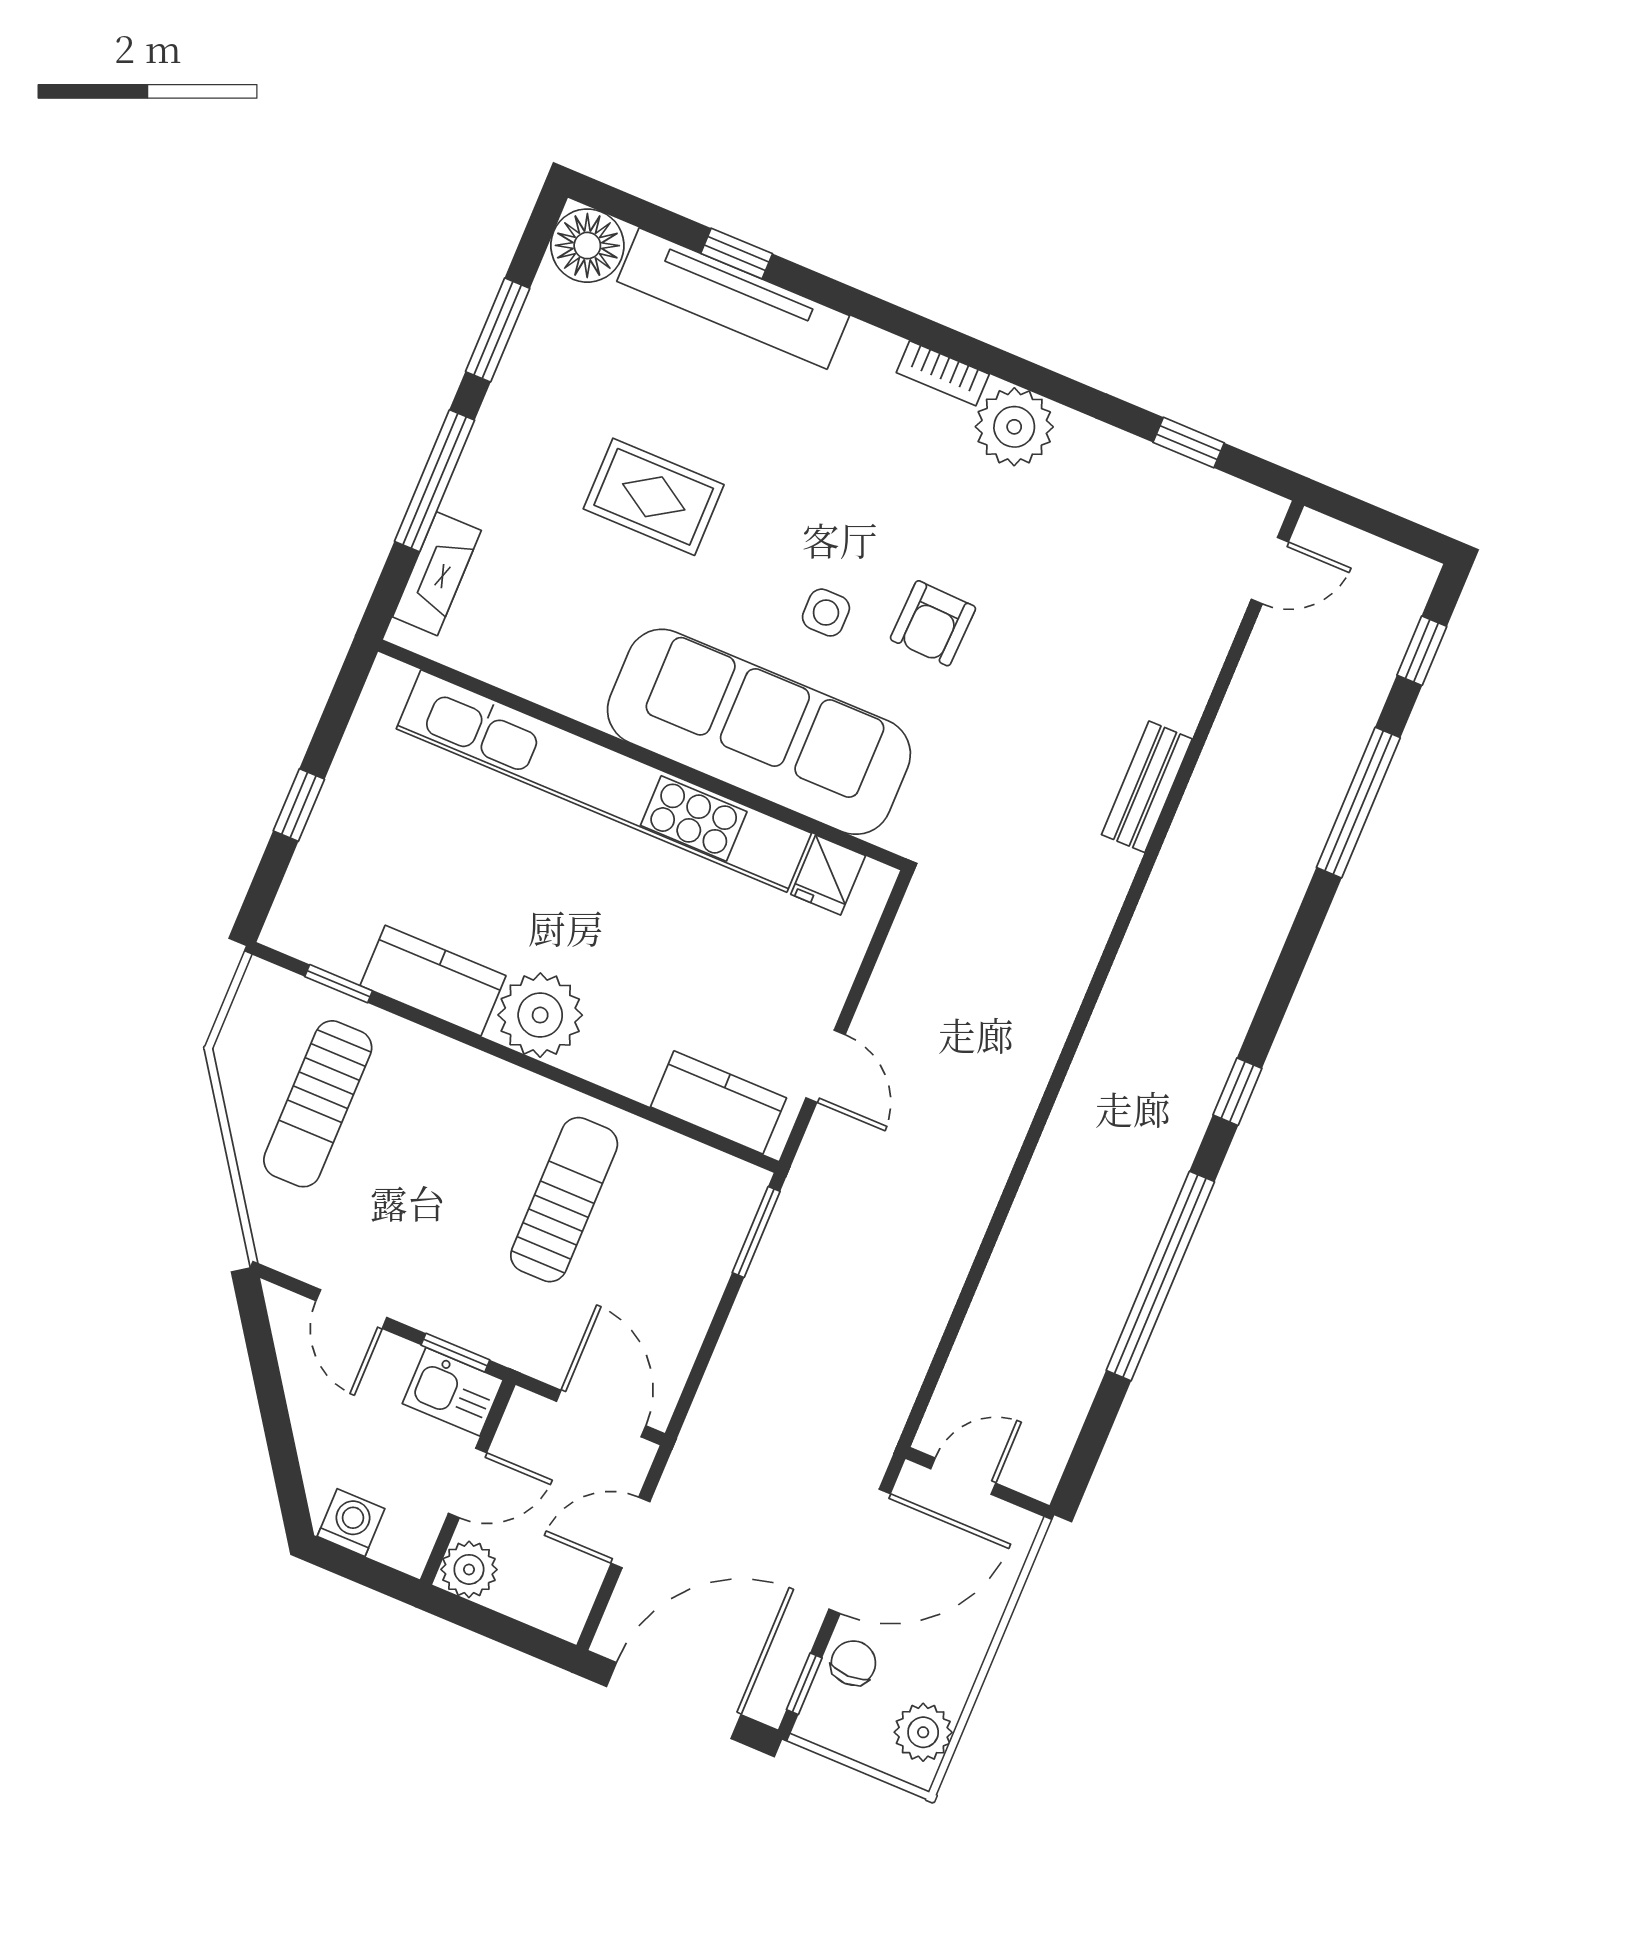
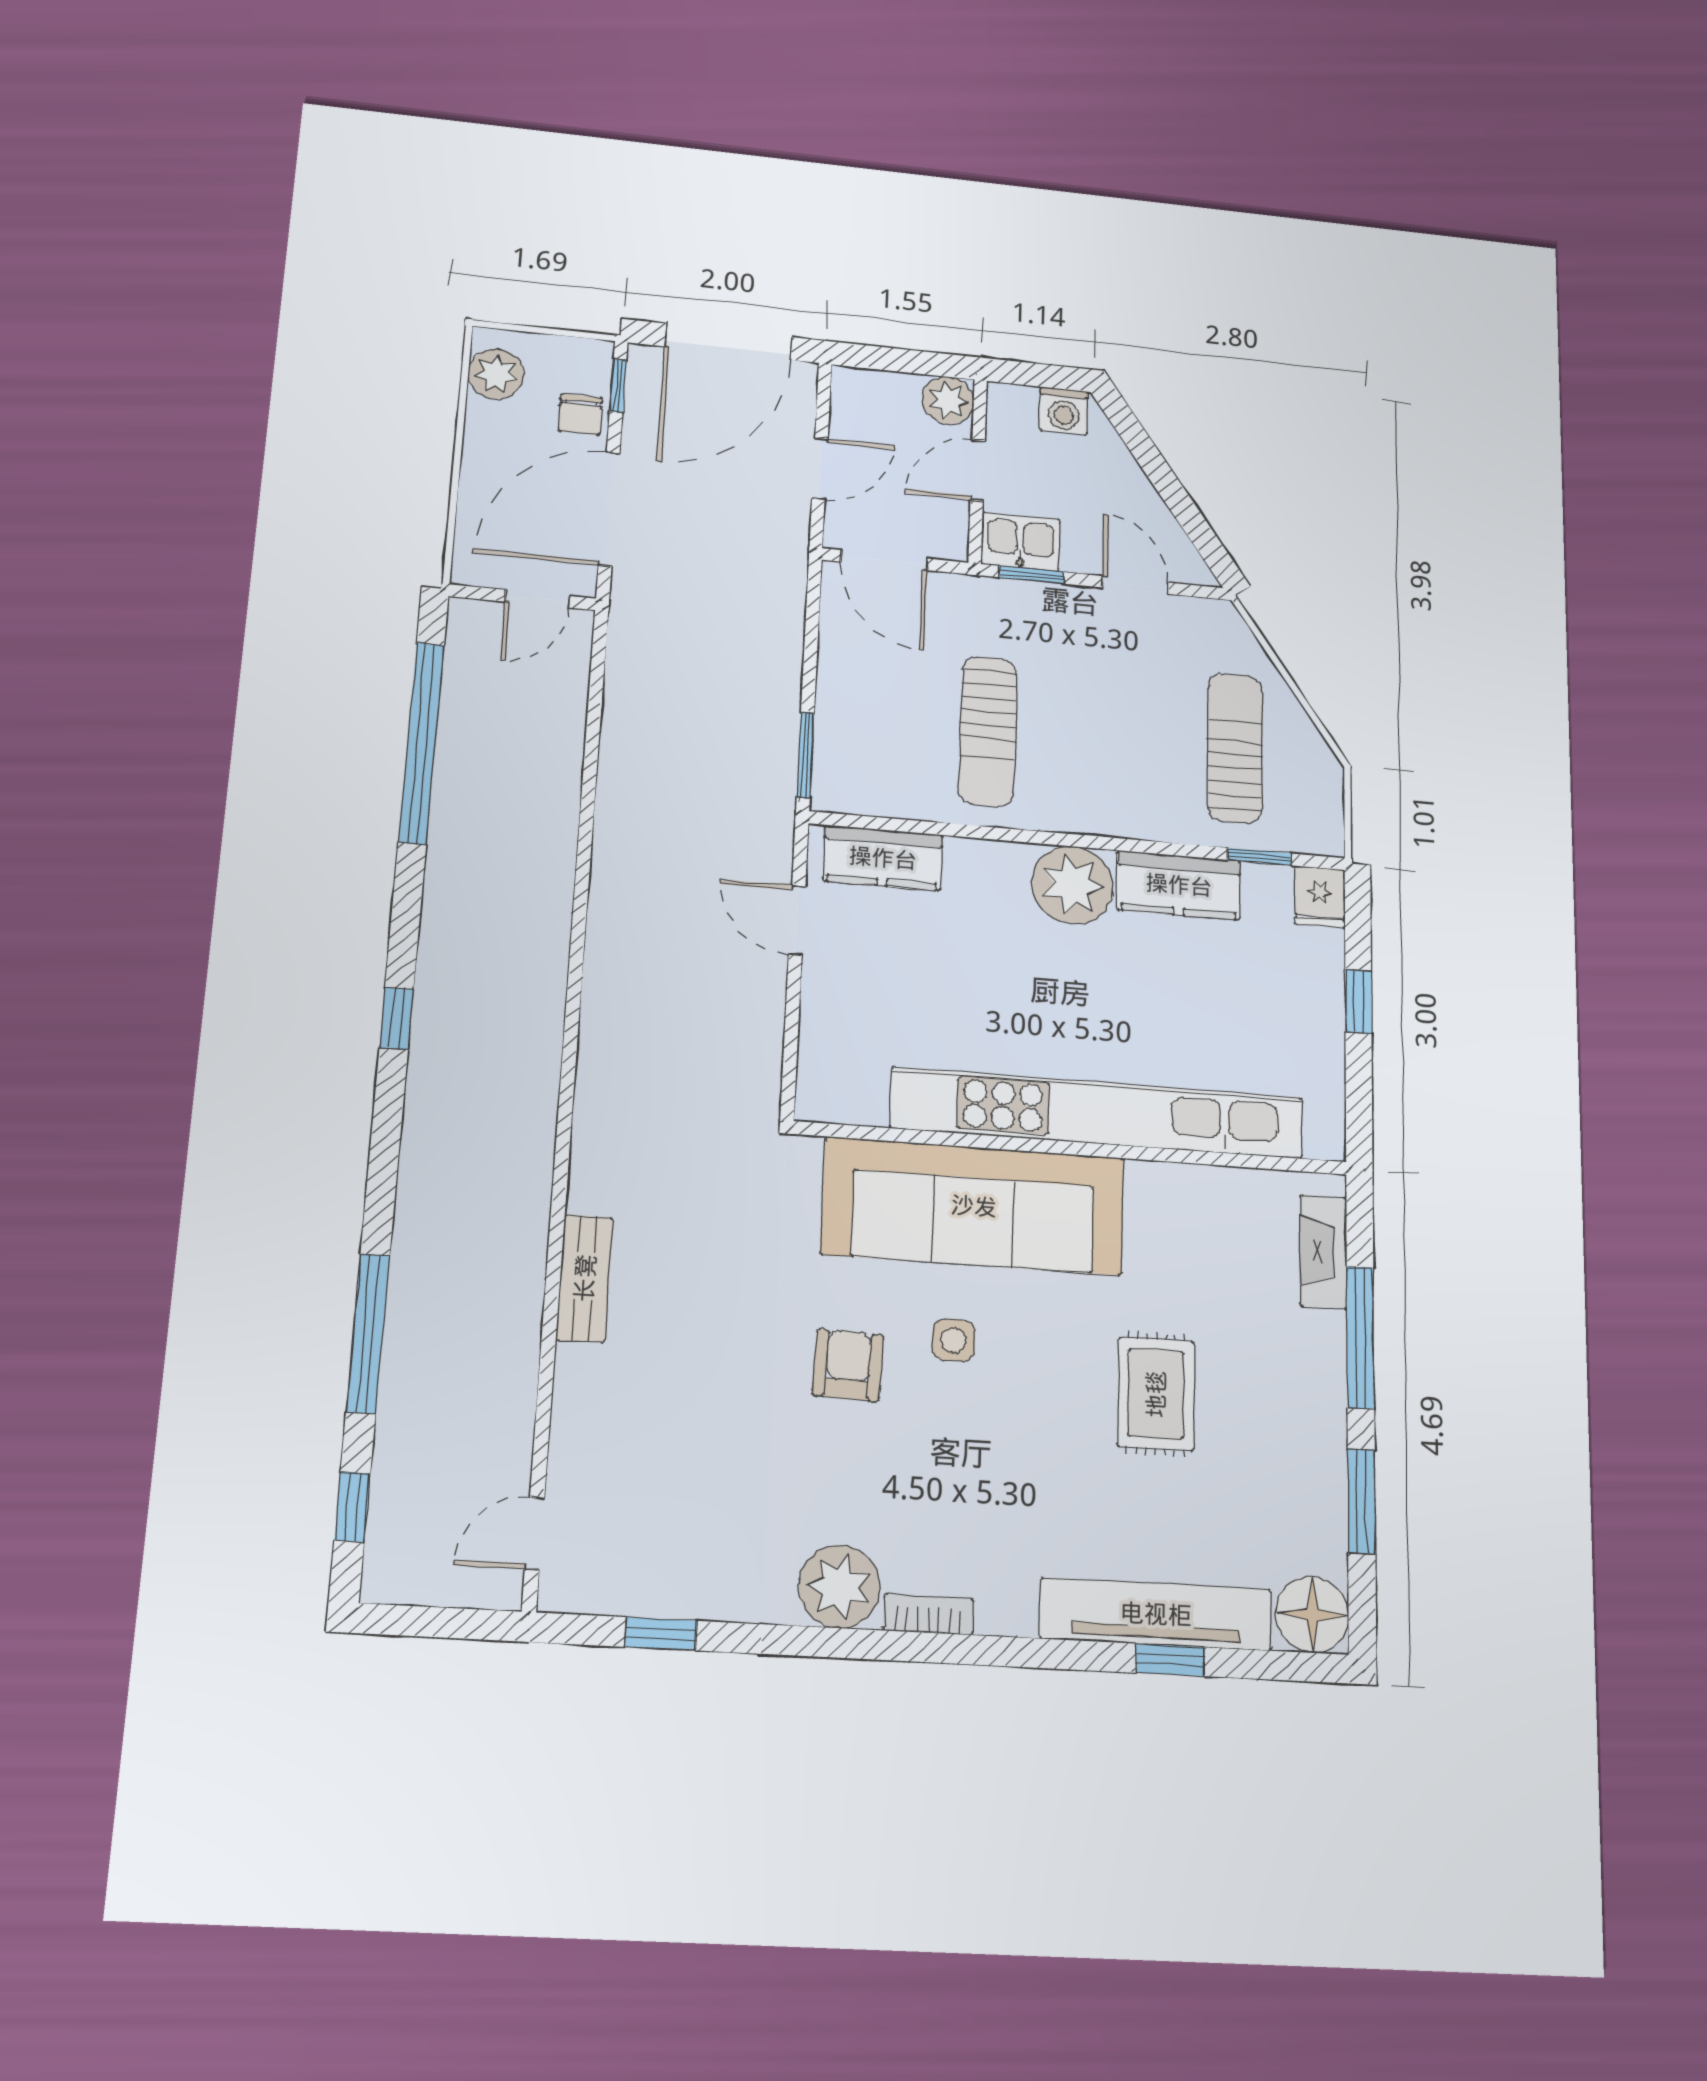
rug: (654, 497) -> (1156, 1394), turned 90
fridge: (828, 875) -> (1320, 897), moved, turned 180
window: (1160, 1276) -> (421, 743), moved

